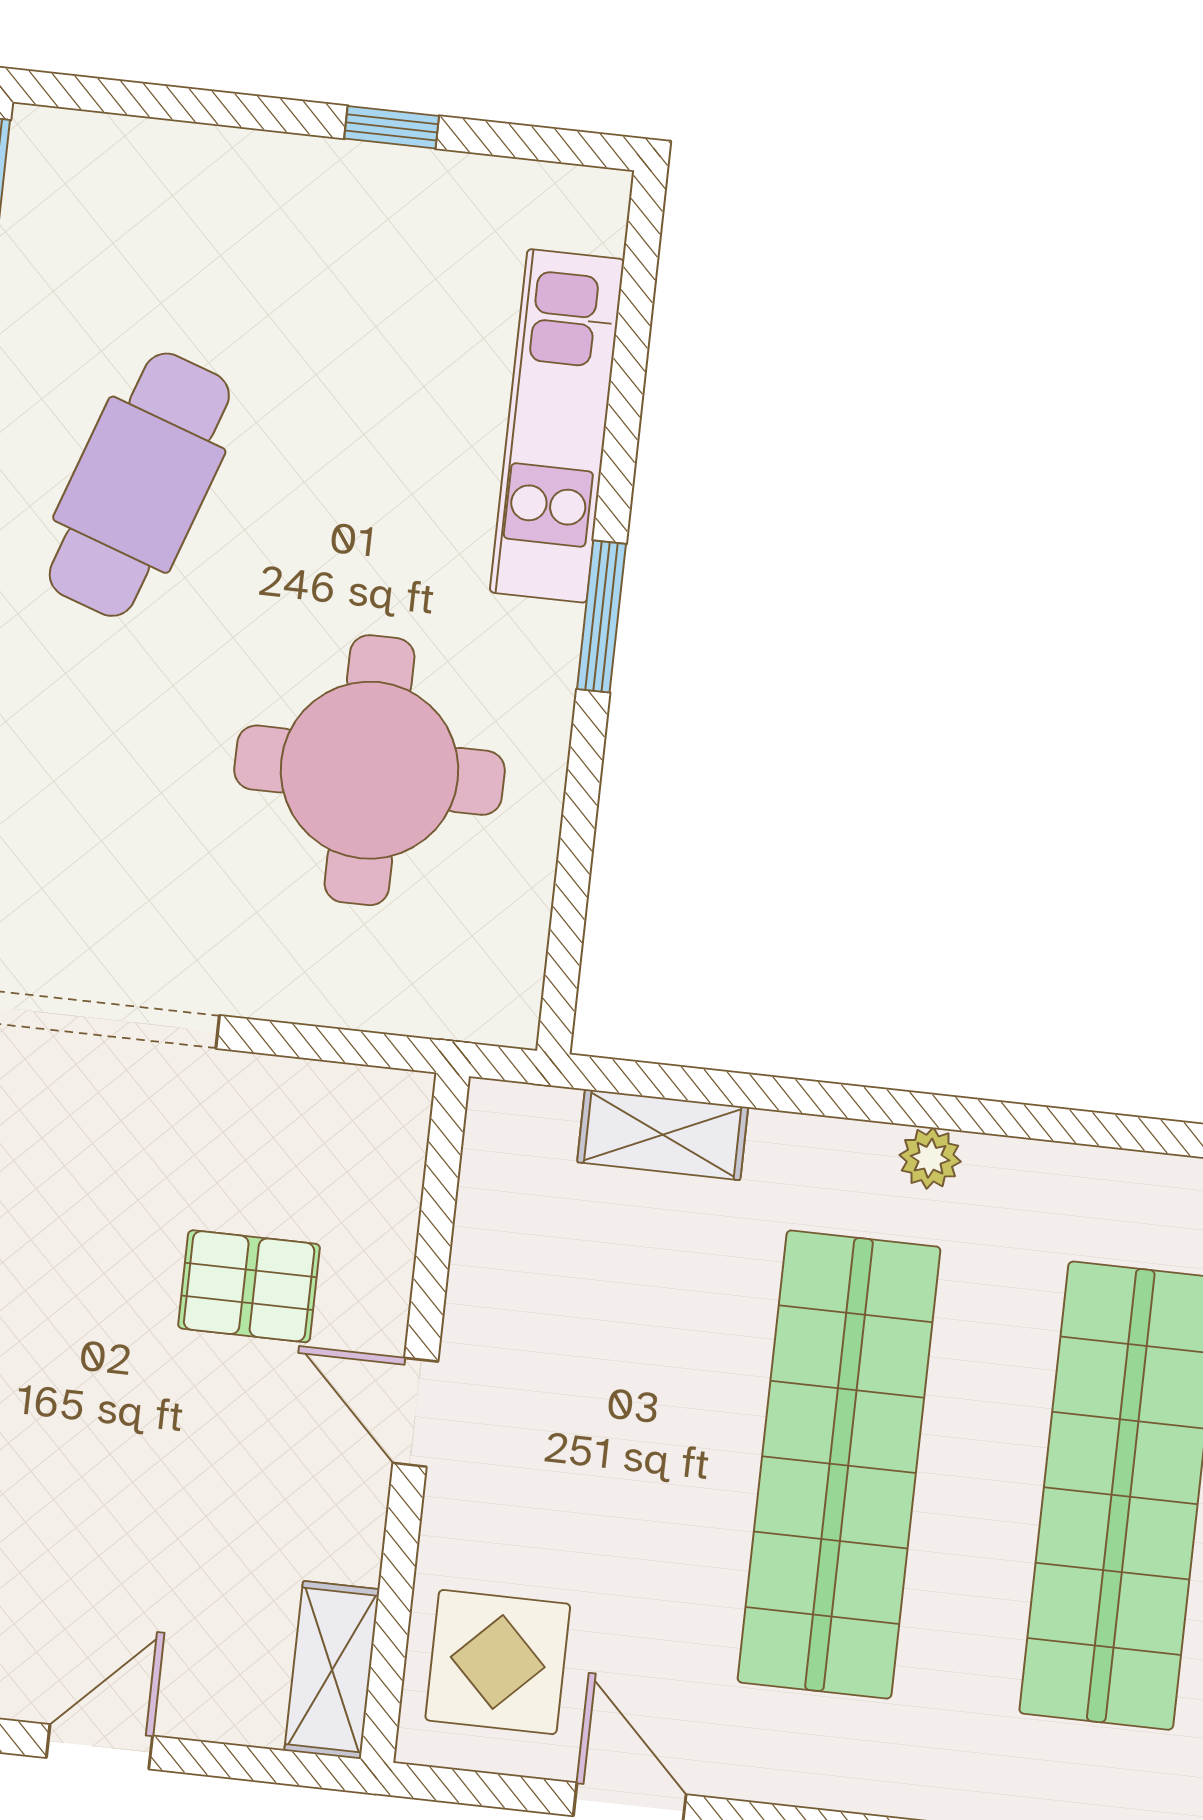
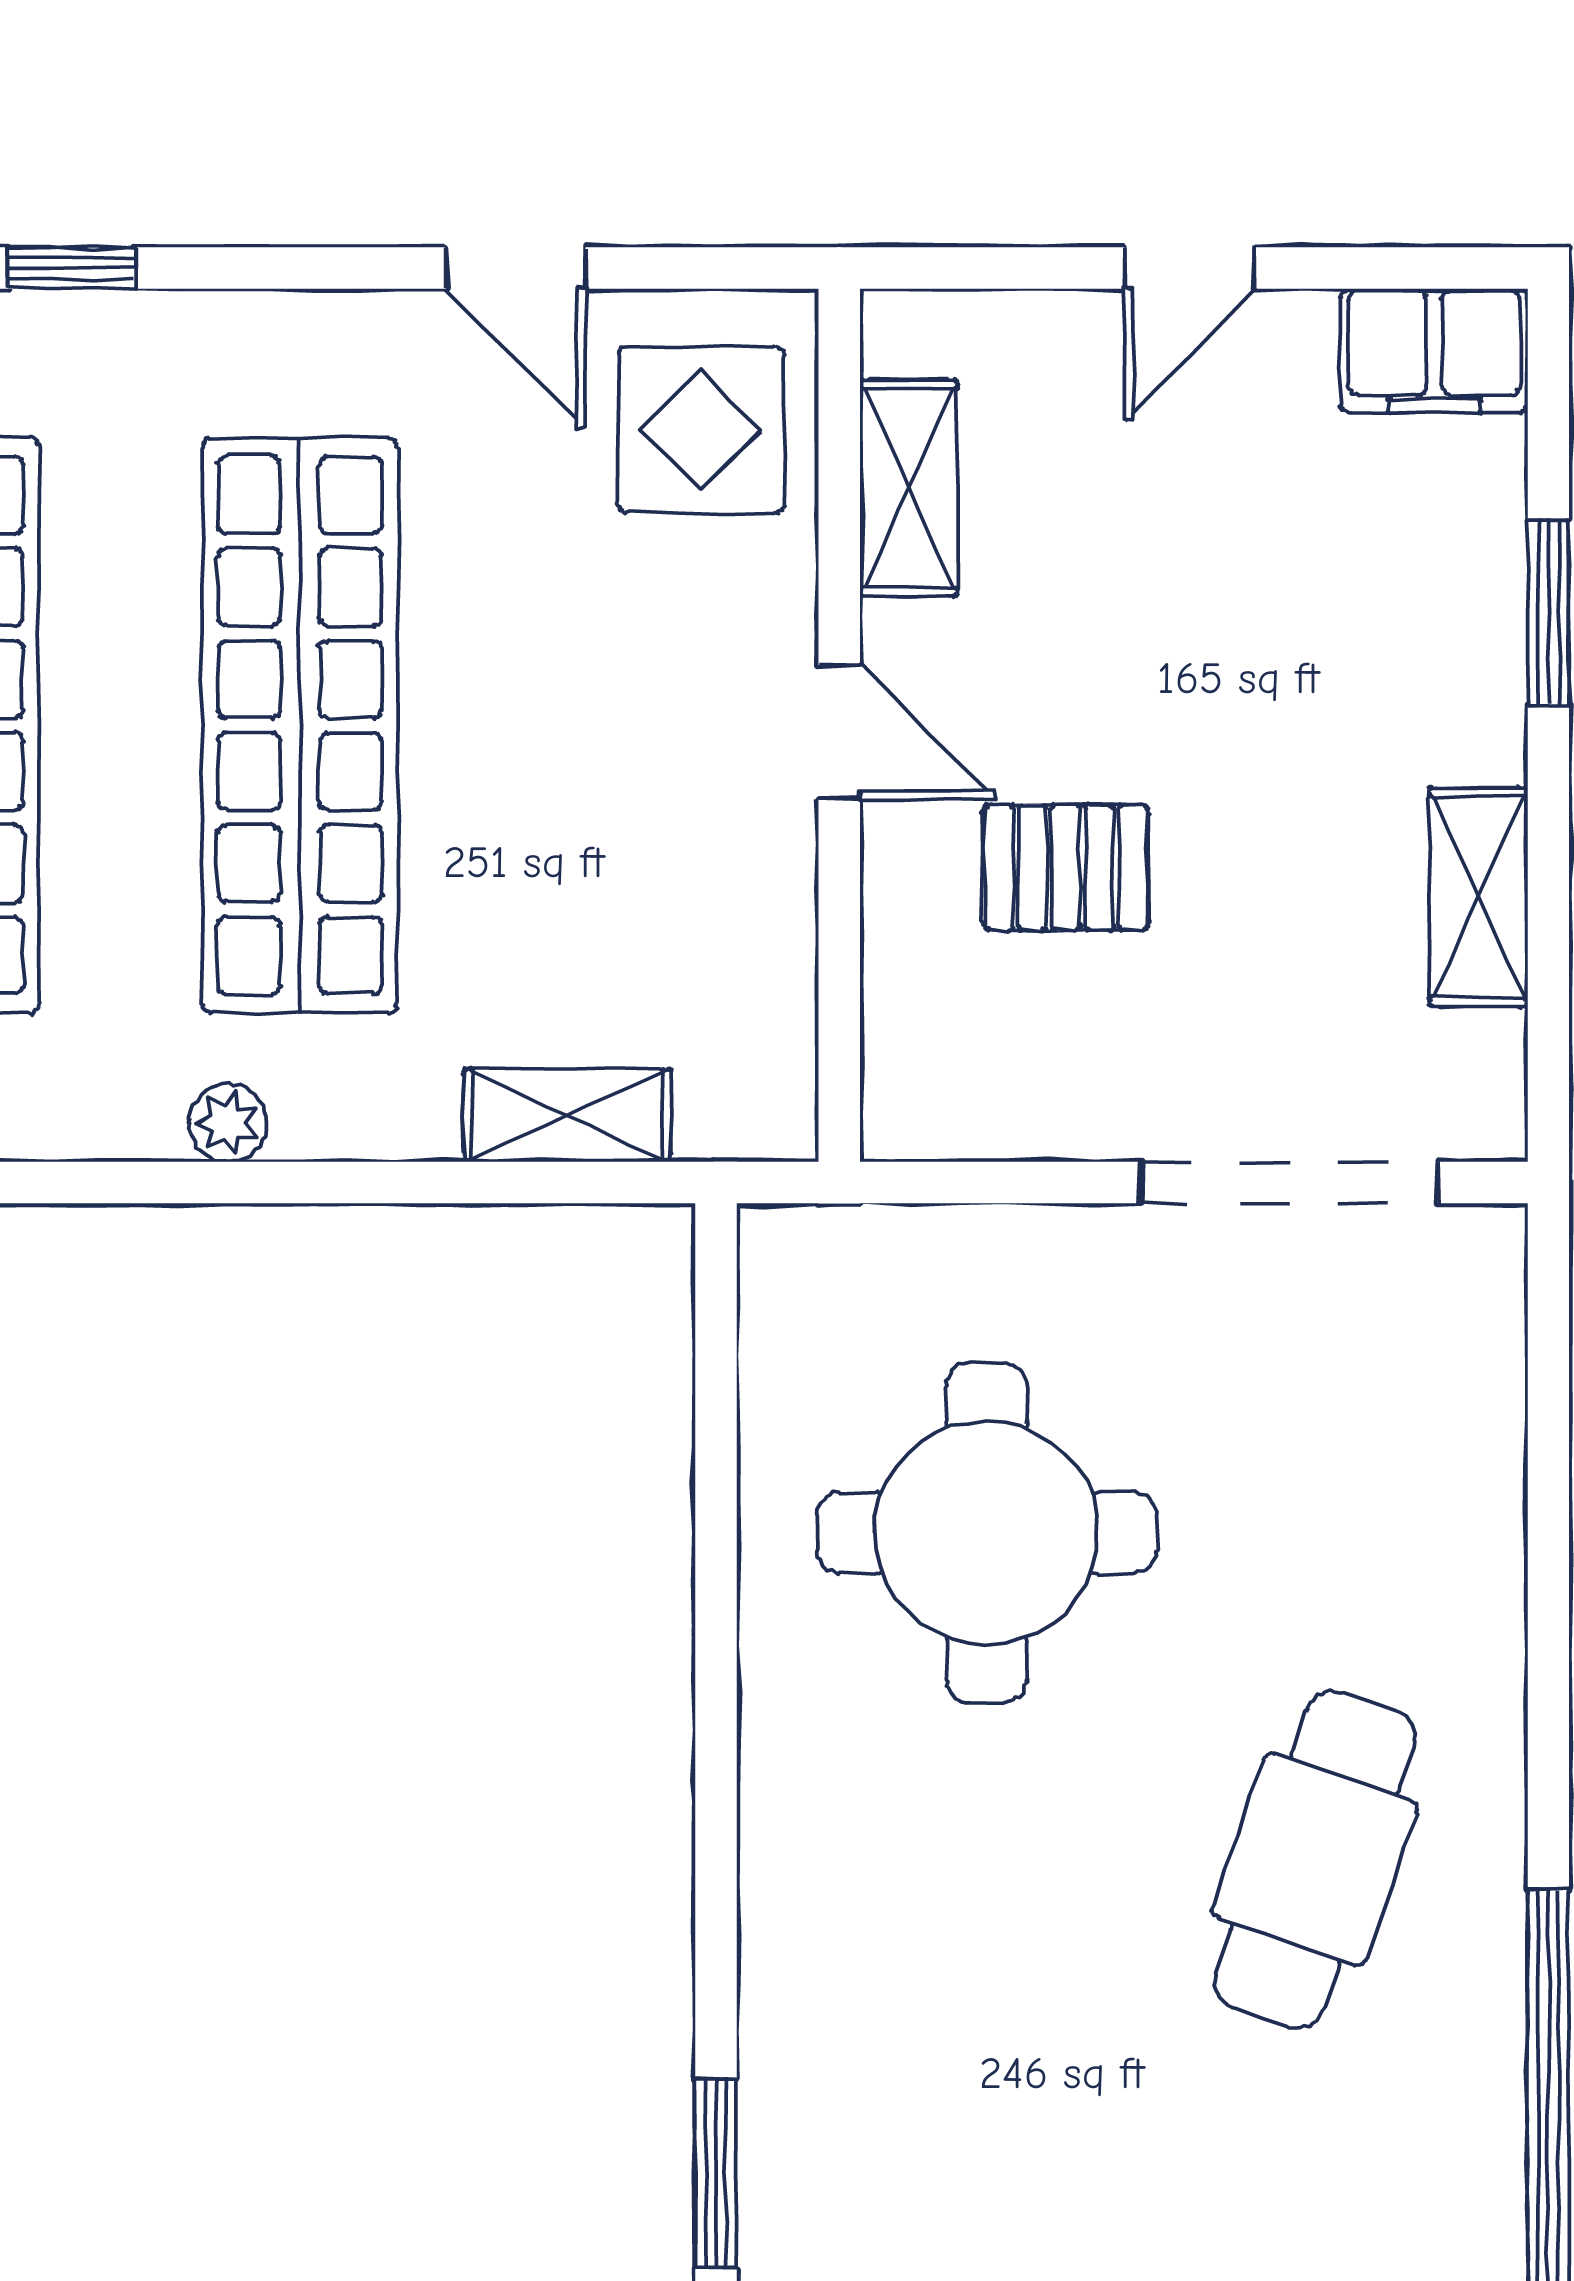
kitchen unit: (557, 426) -> (798, 1991), removed
window: (601, 616) -> (716, 2173), moved
shelving: (332, 1670) -> (908, 488), moved

